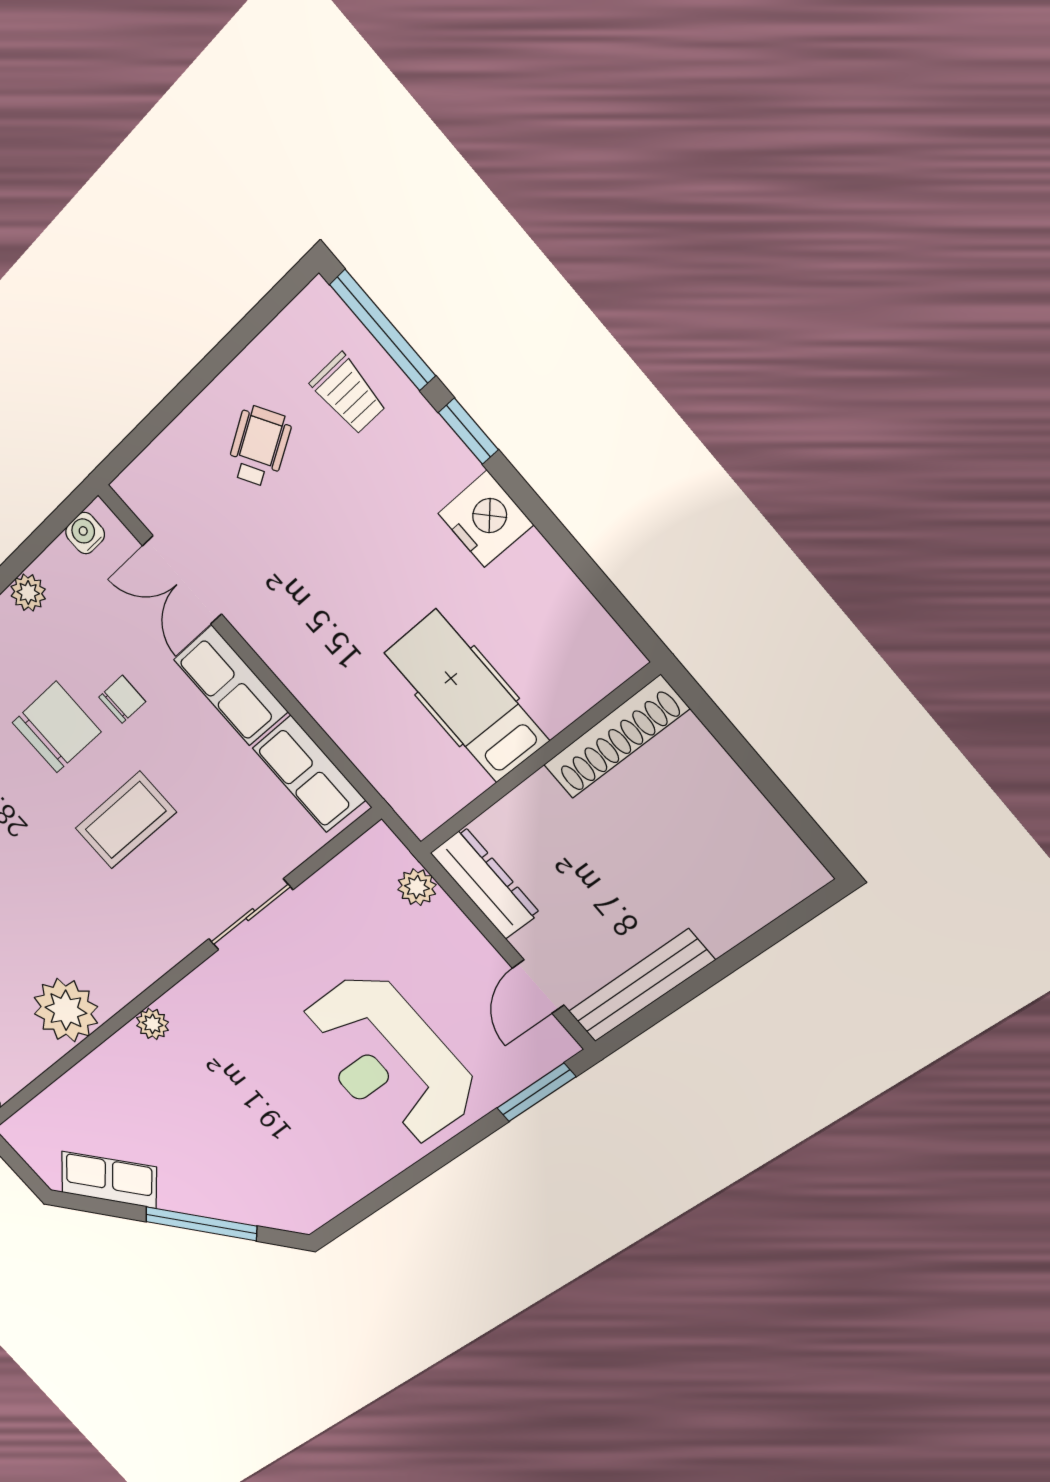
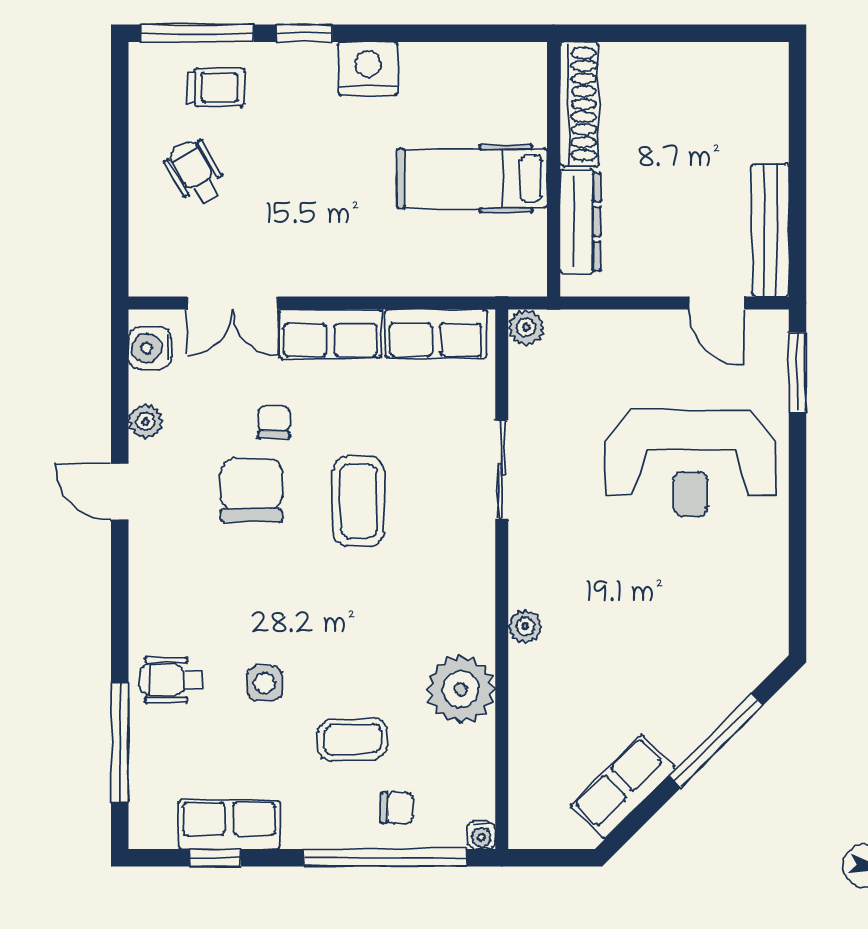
water cooler: (85, 533) -> (150, 348), width x1.38, depth x1.38
dresser: (485, 883) -> (580, 222), moved, turned 90
plant: (417, 887) -> (526, 327), moved

